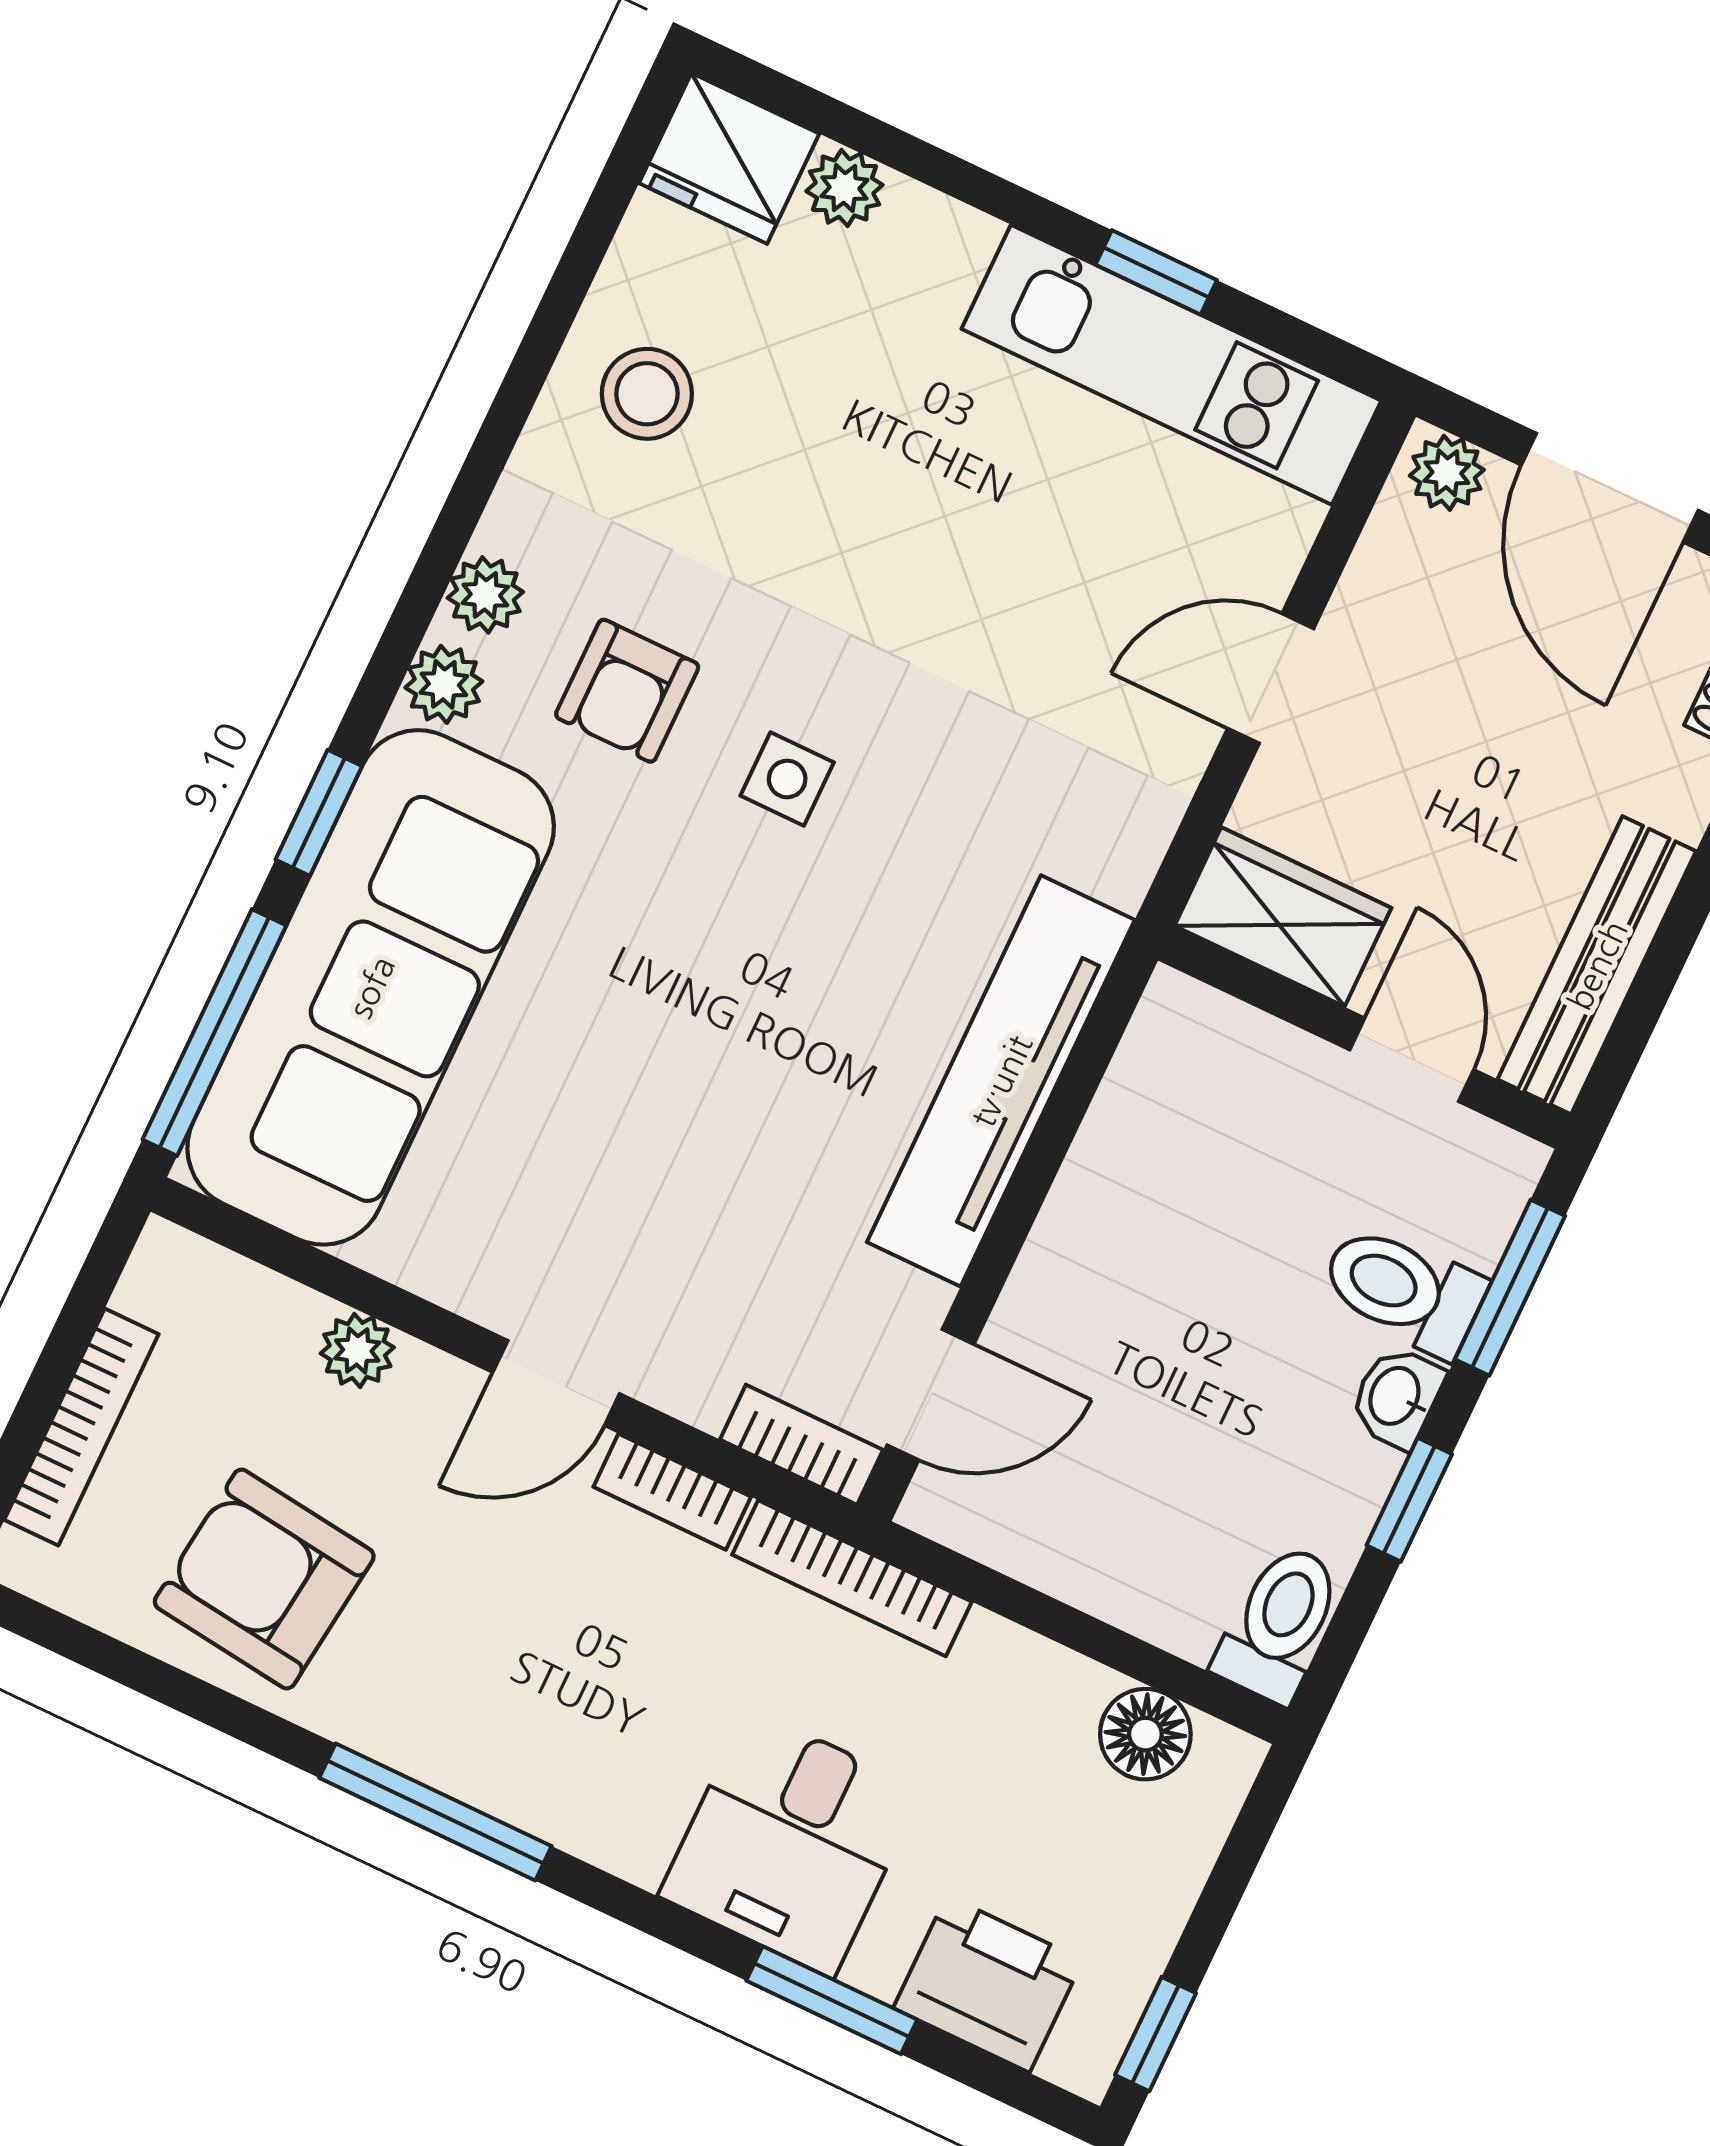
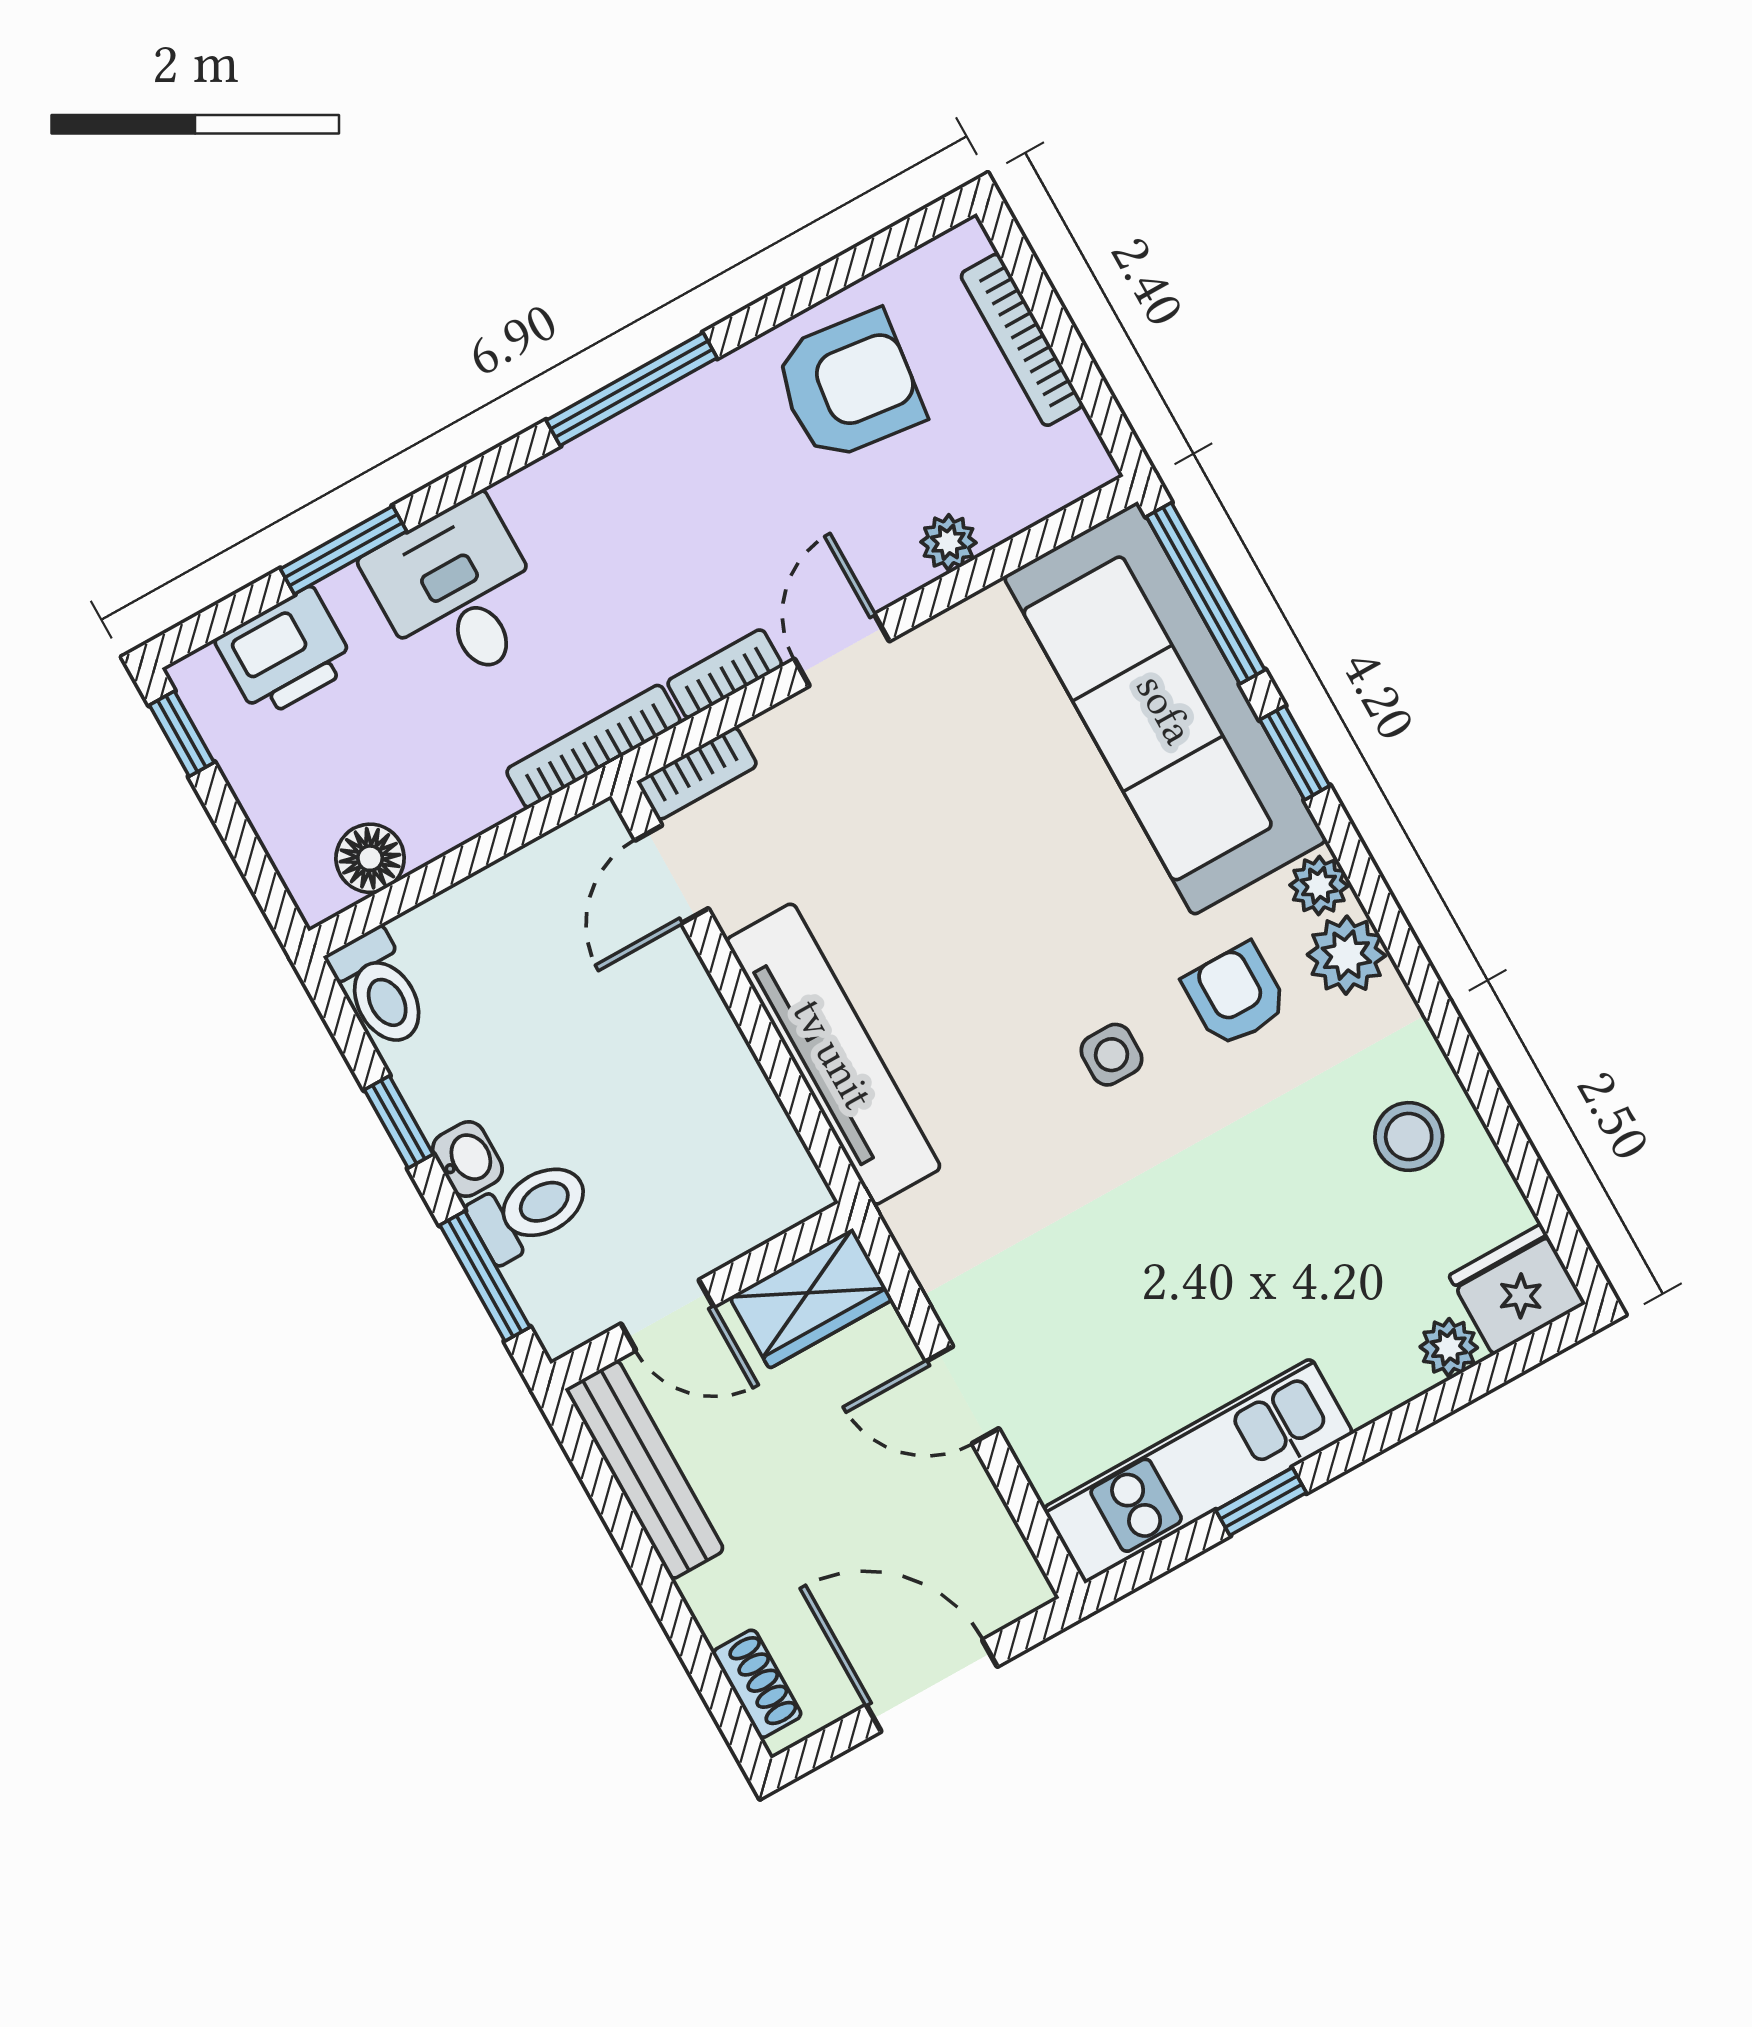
plant: (1447, 473) -> (1012, 1592), removed
plant: (485, 595) -> (1346, 955), width x1.38, depth x1.38
door: (1271, 678) -> (963, 1395), swing flipped

